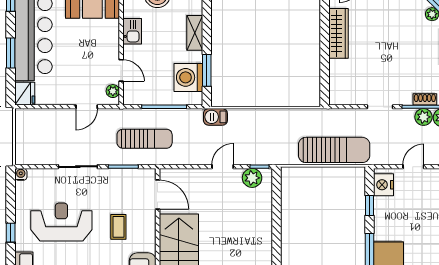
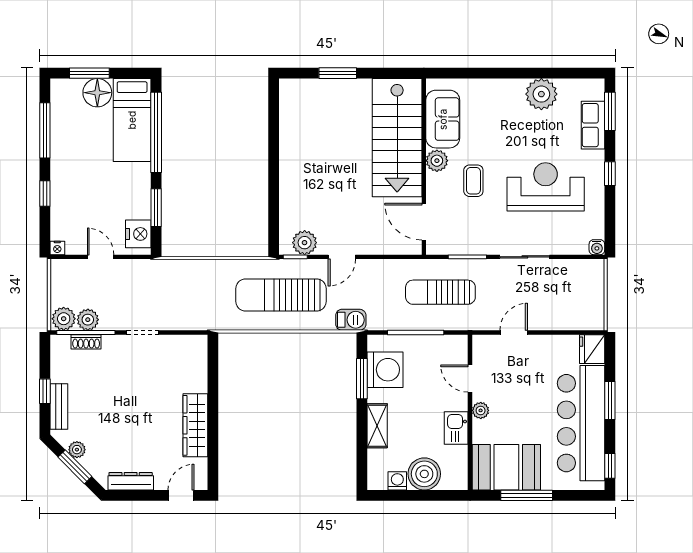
plant: (113, 91) -> (481, 410), moved
sun lounger: (334, 150) -> (281, 295), moved
door: (413, 167) -> (101, 257), swing flipped
window: (369, 206) -> (156, 208), width x1.50
reception desk: (61, 222) -> (546, 187), turned 180
plant: (147, 243) -> (437, 161), added

